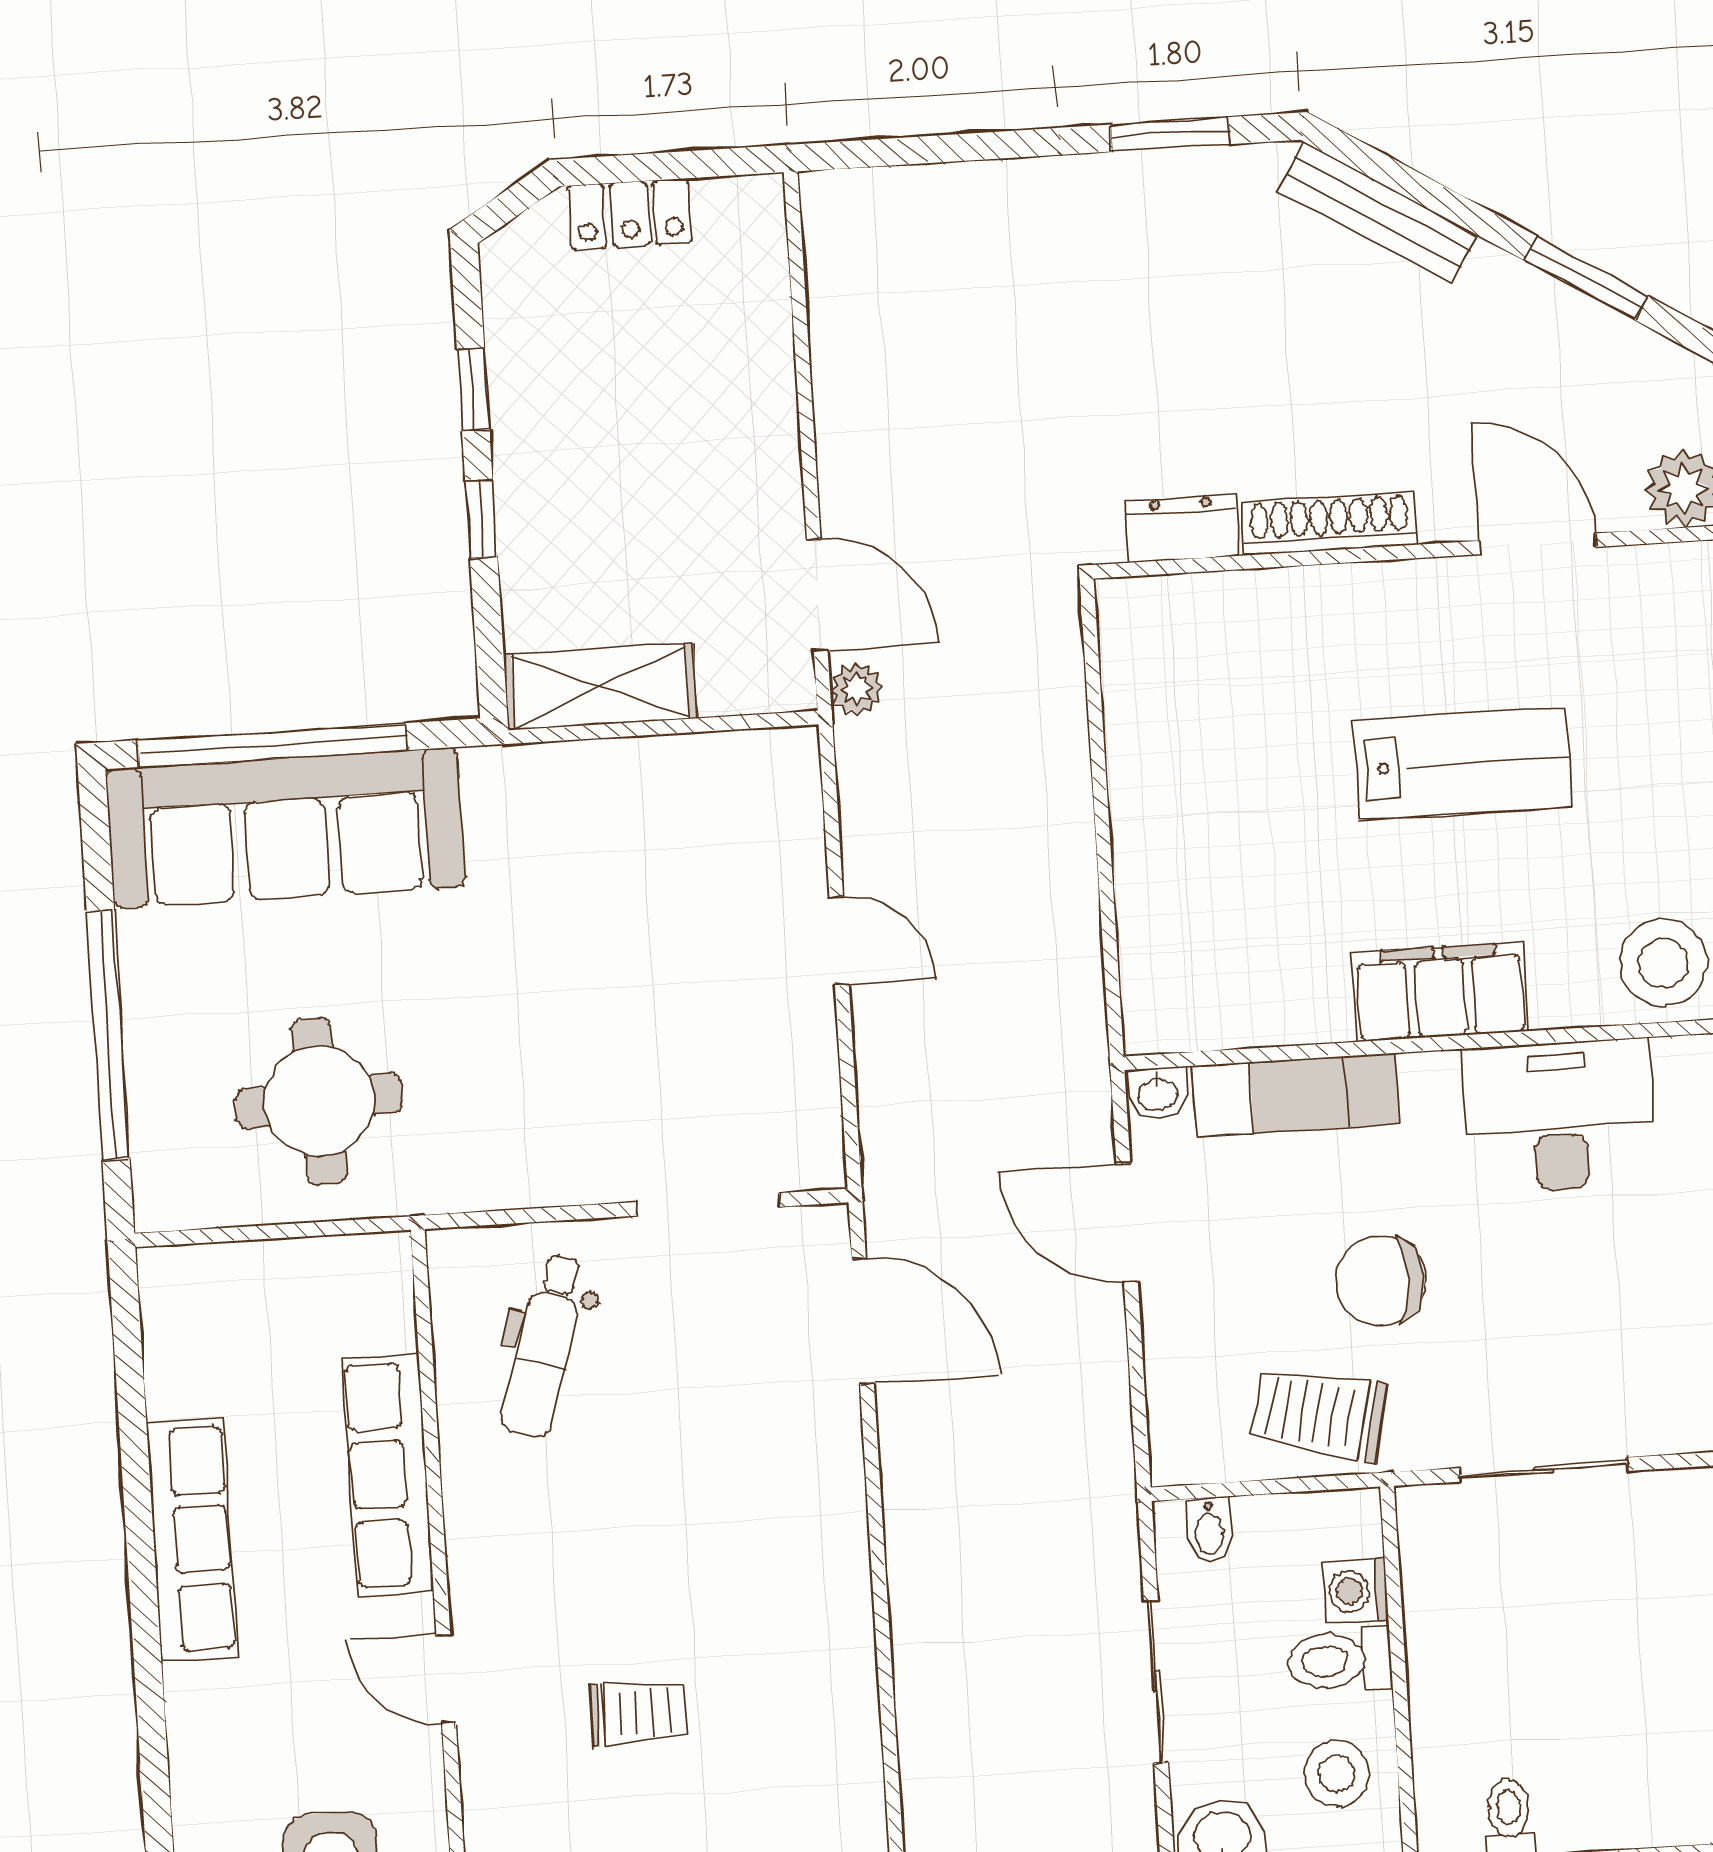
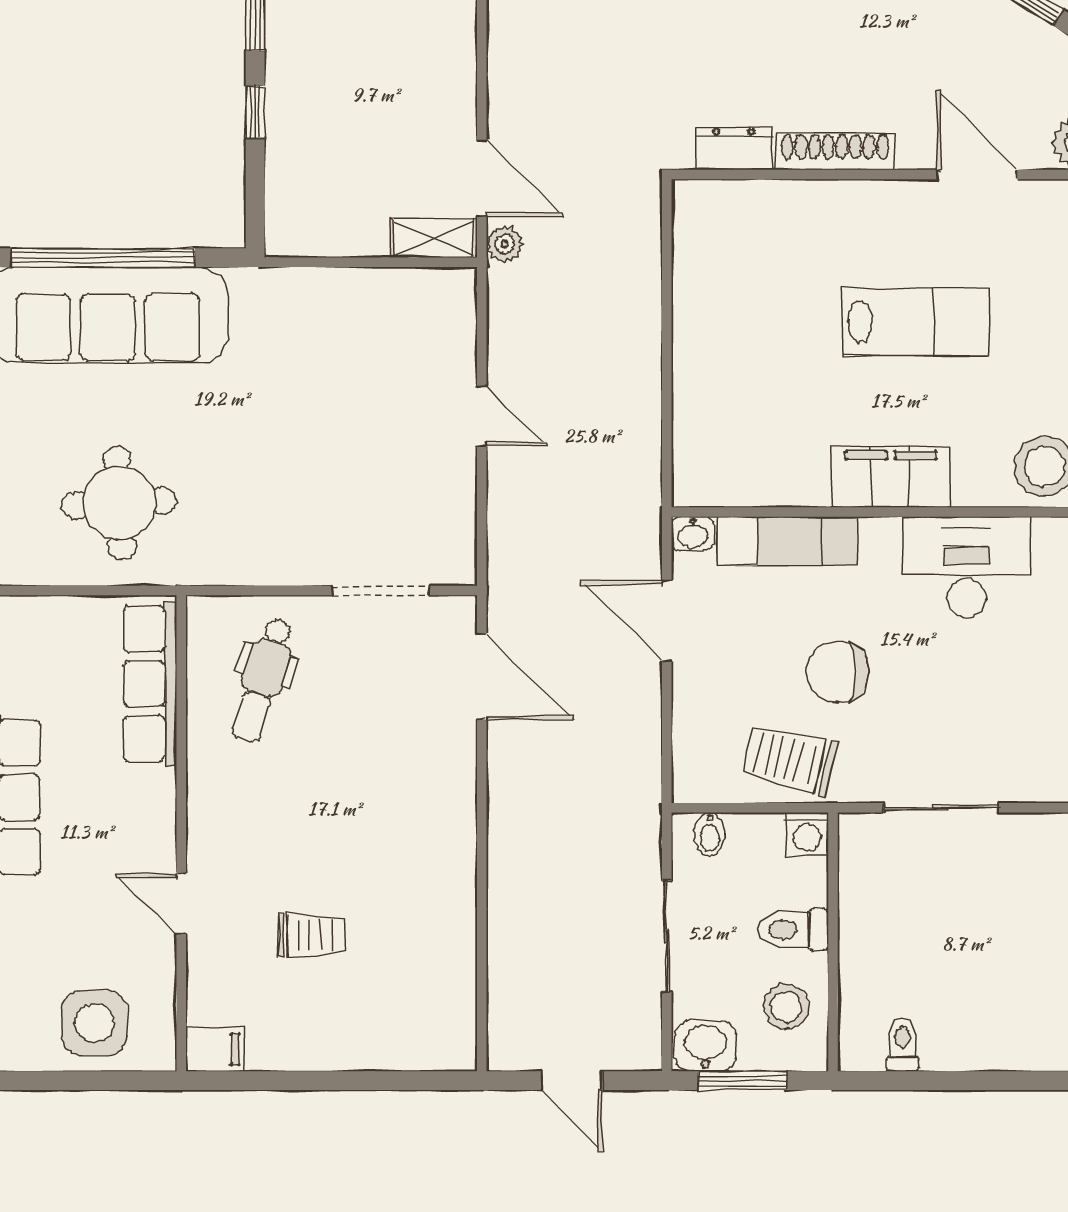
shelving: (600, 686) -> (434, 238), moved, width x0.67, depth x0.75
row of seats: (388, 1475) -> (150, 684), moved
washing machine: (1356, 1591) -> (807, 834), moved, turned -90

